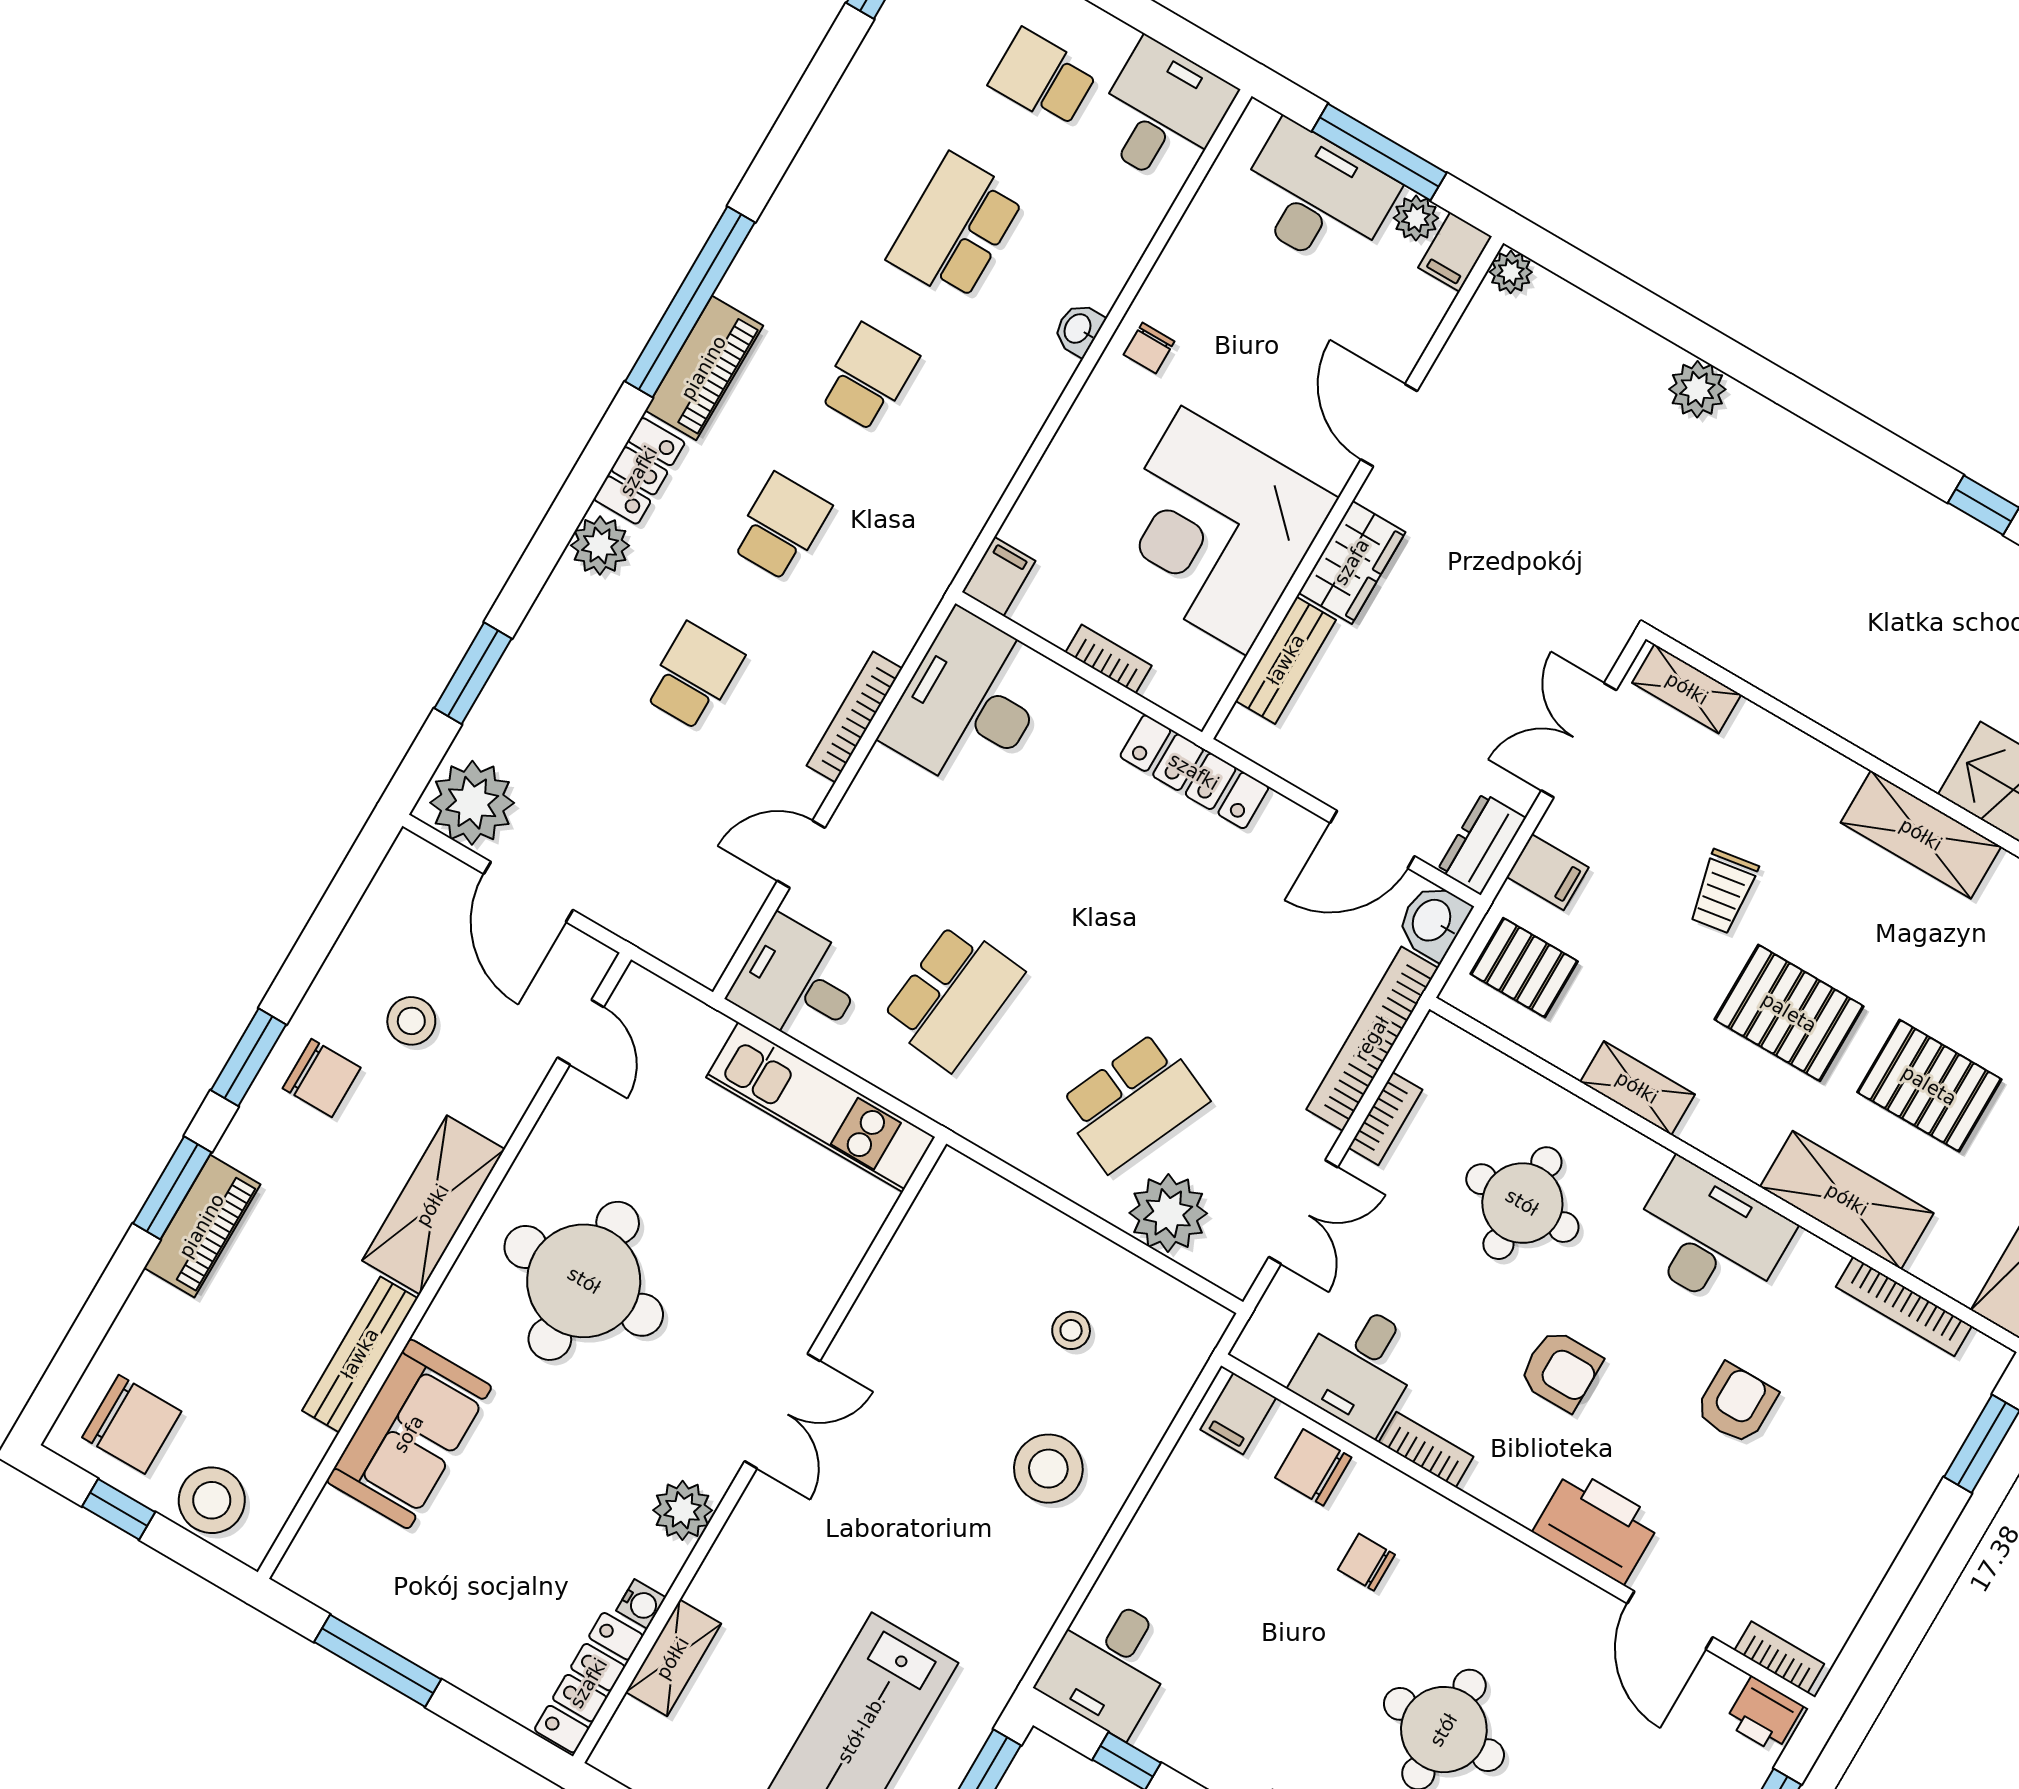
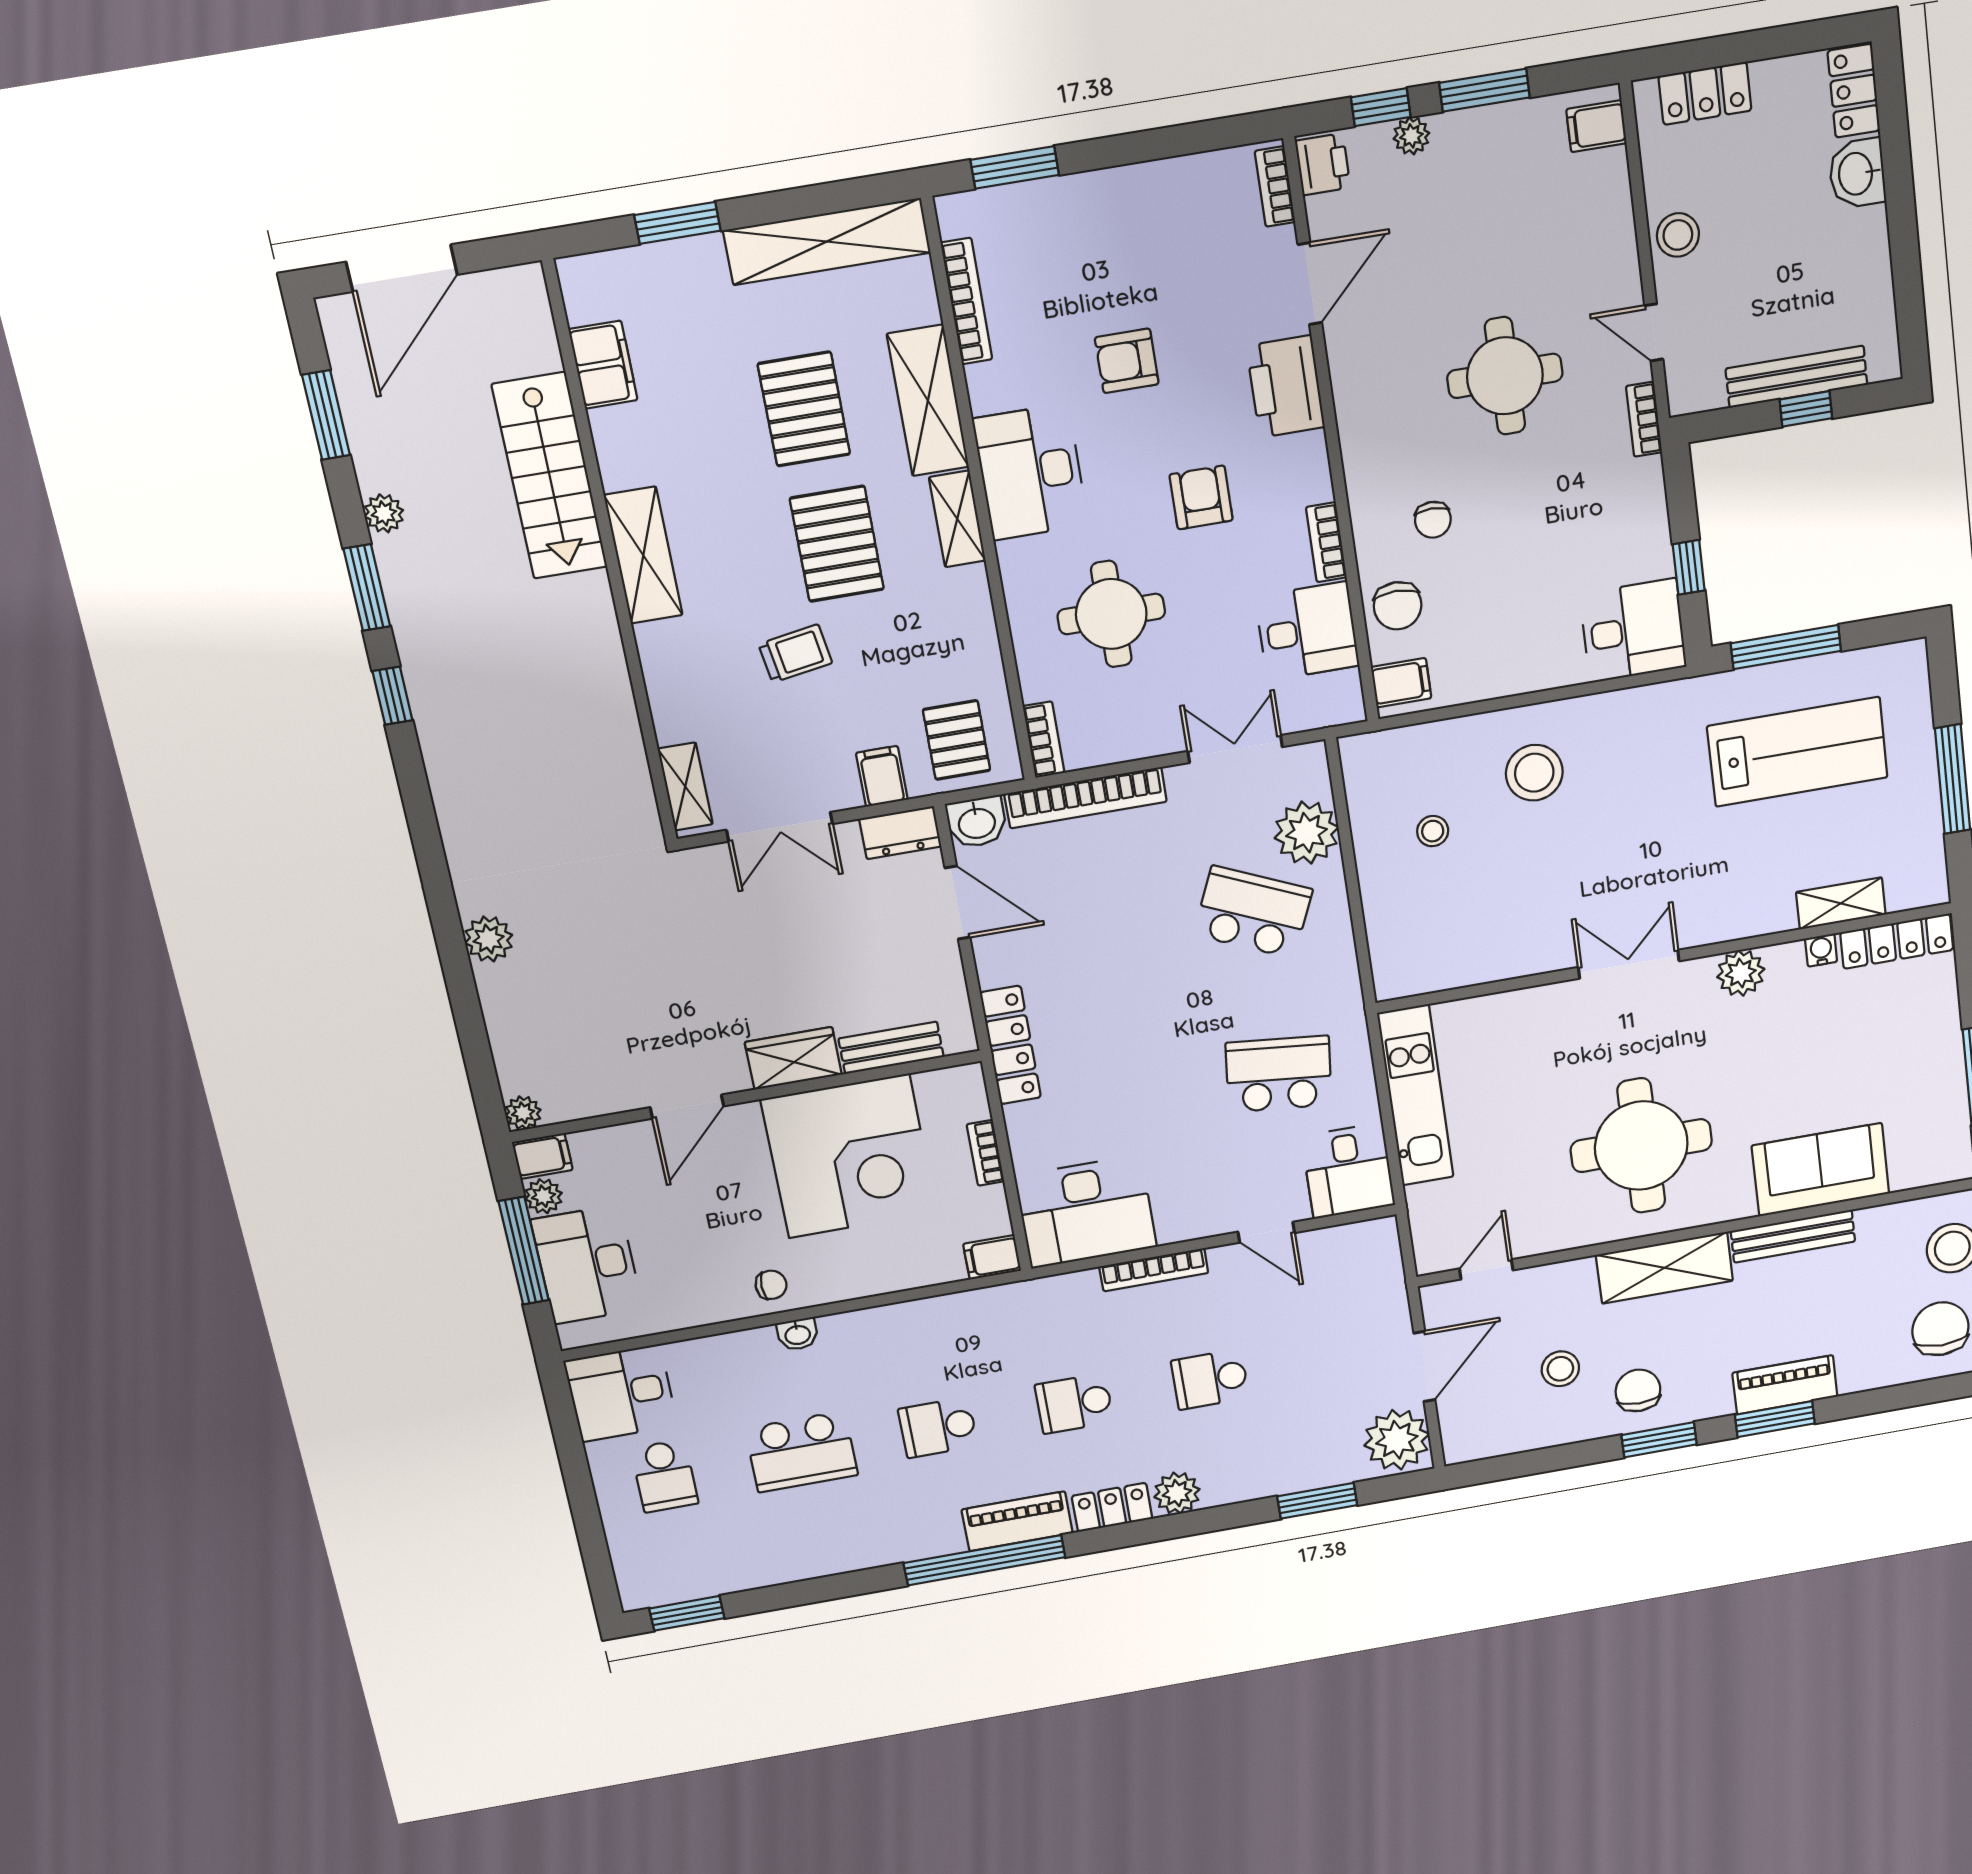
shelving: (1637, 1088) -> (957, 519), moved
bookcase: (1385, 1119) -> (1044, 739), moved, turned 90

